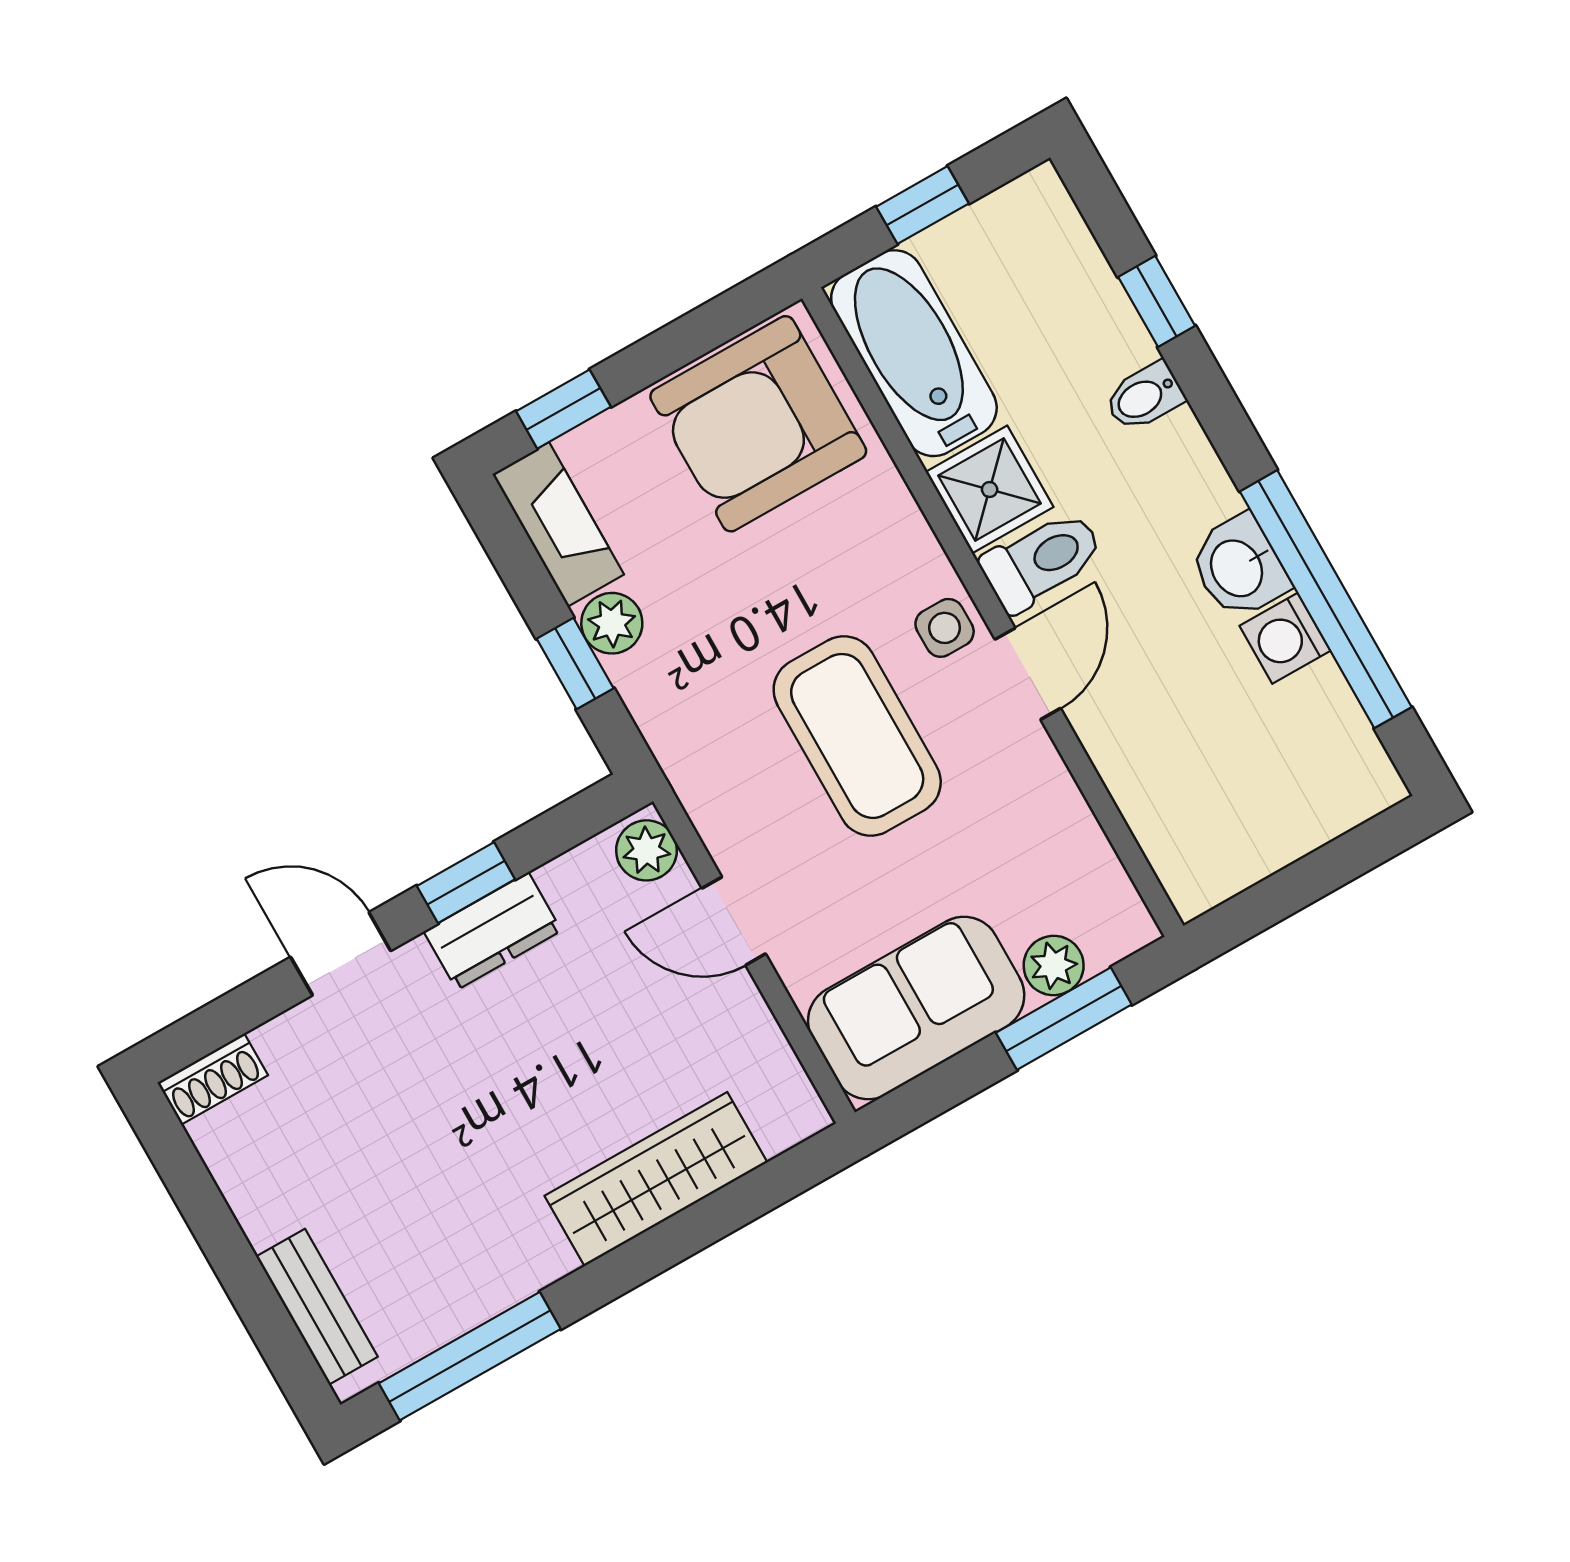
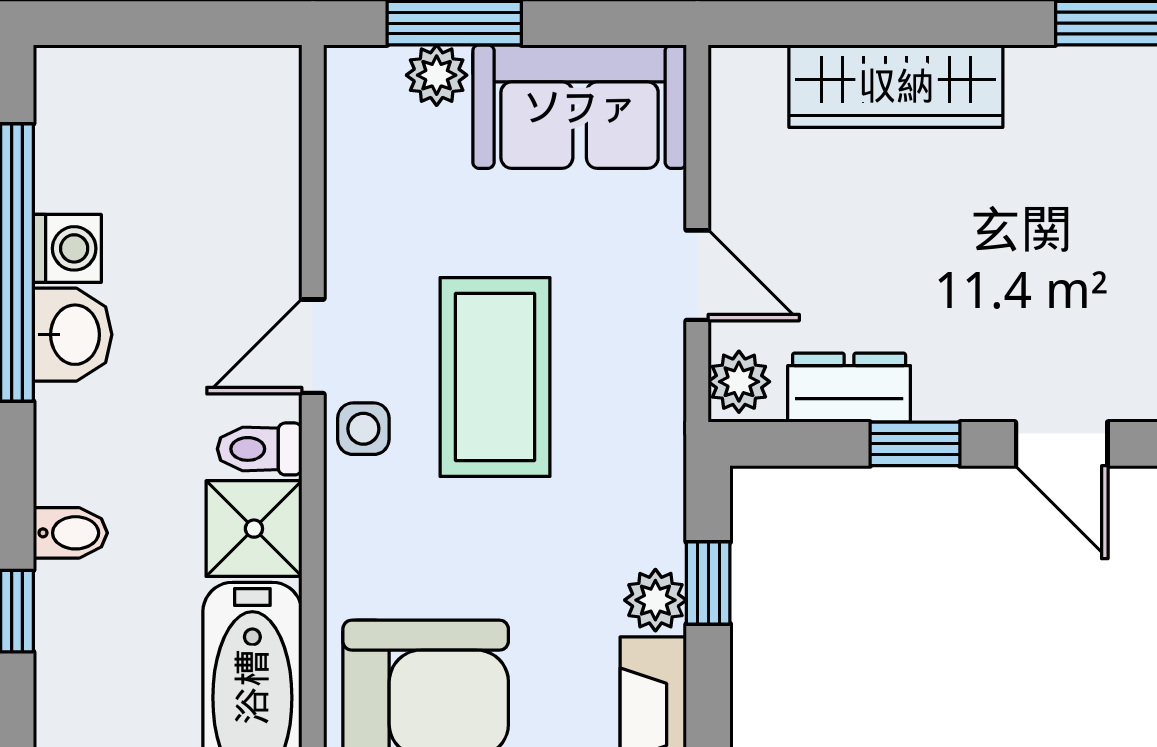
toilet: (1042, 561) -> (260, 449), width x0.73, depth x0.72
dresser: (493, 931) -> (849, 388), moved

